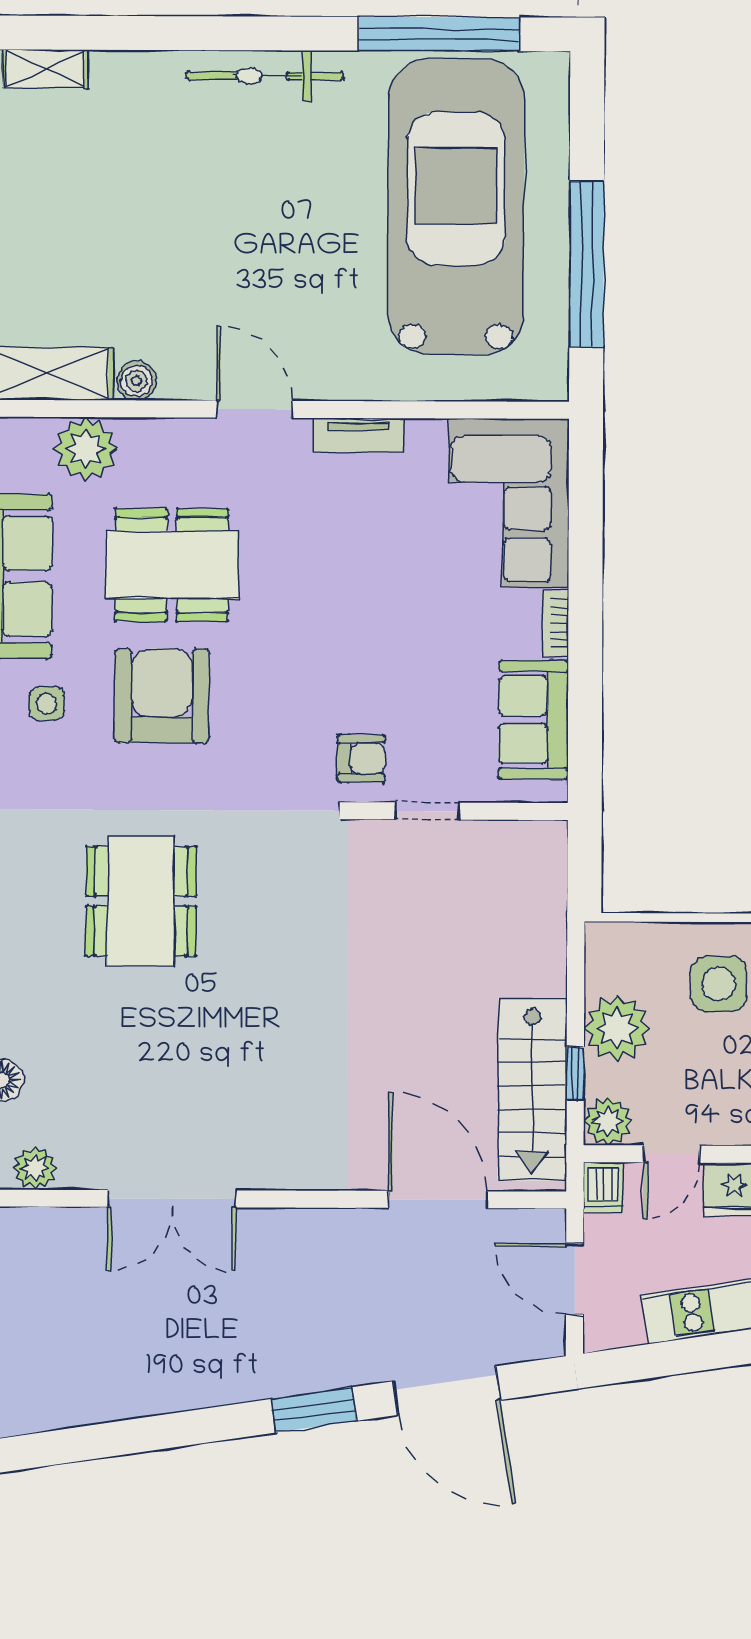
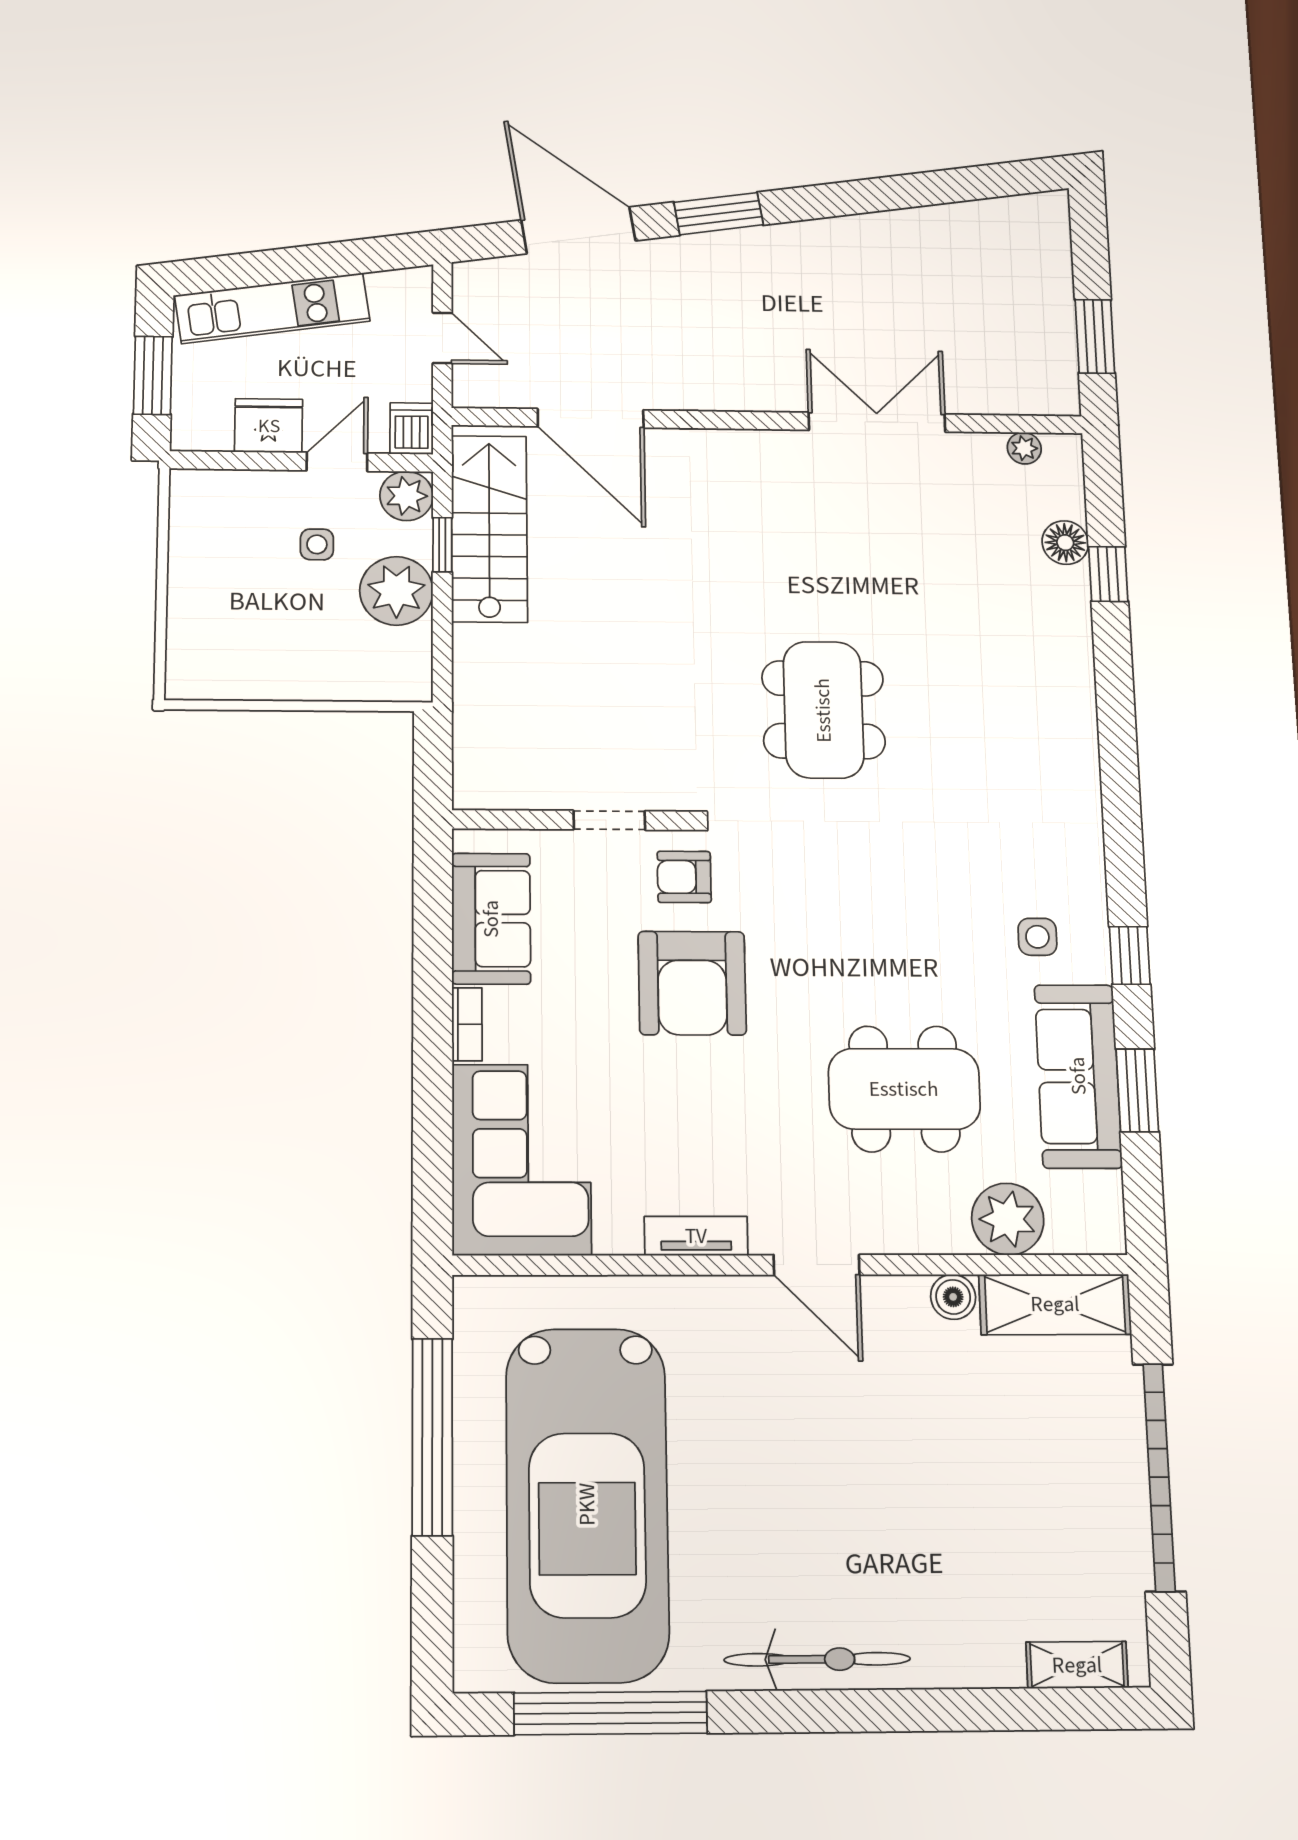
armchair: (162, 696) -> (692, 983), moved
dining table: (141, 901) -> (823, 710), moved
side table: (719, 984) -> (317, 544), moved, width x0.54, depth x0.54
plant: (35, 1168) -> (1024, 448), width x0.73, depth x0.73
door: (575, 1279) -> (442, 338), width x0.73

